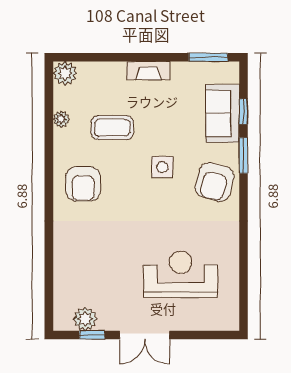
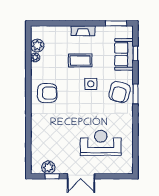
plant: (65, 73) -> (37, 46), moved
coffee table: (112, 128) -> (80, 60), moved
window: (244, 156) -> (135, 94), moved
armchair: (83, 184) -> (47, 93), turned -90

